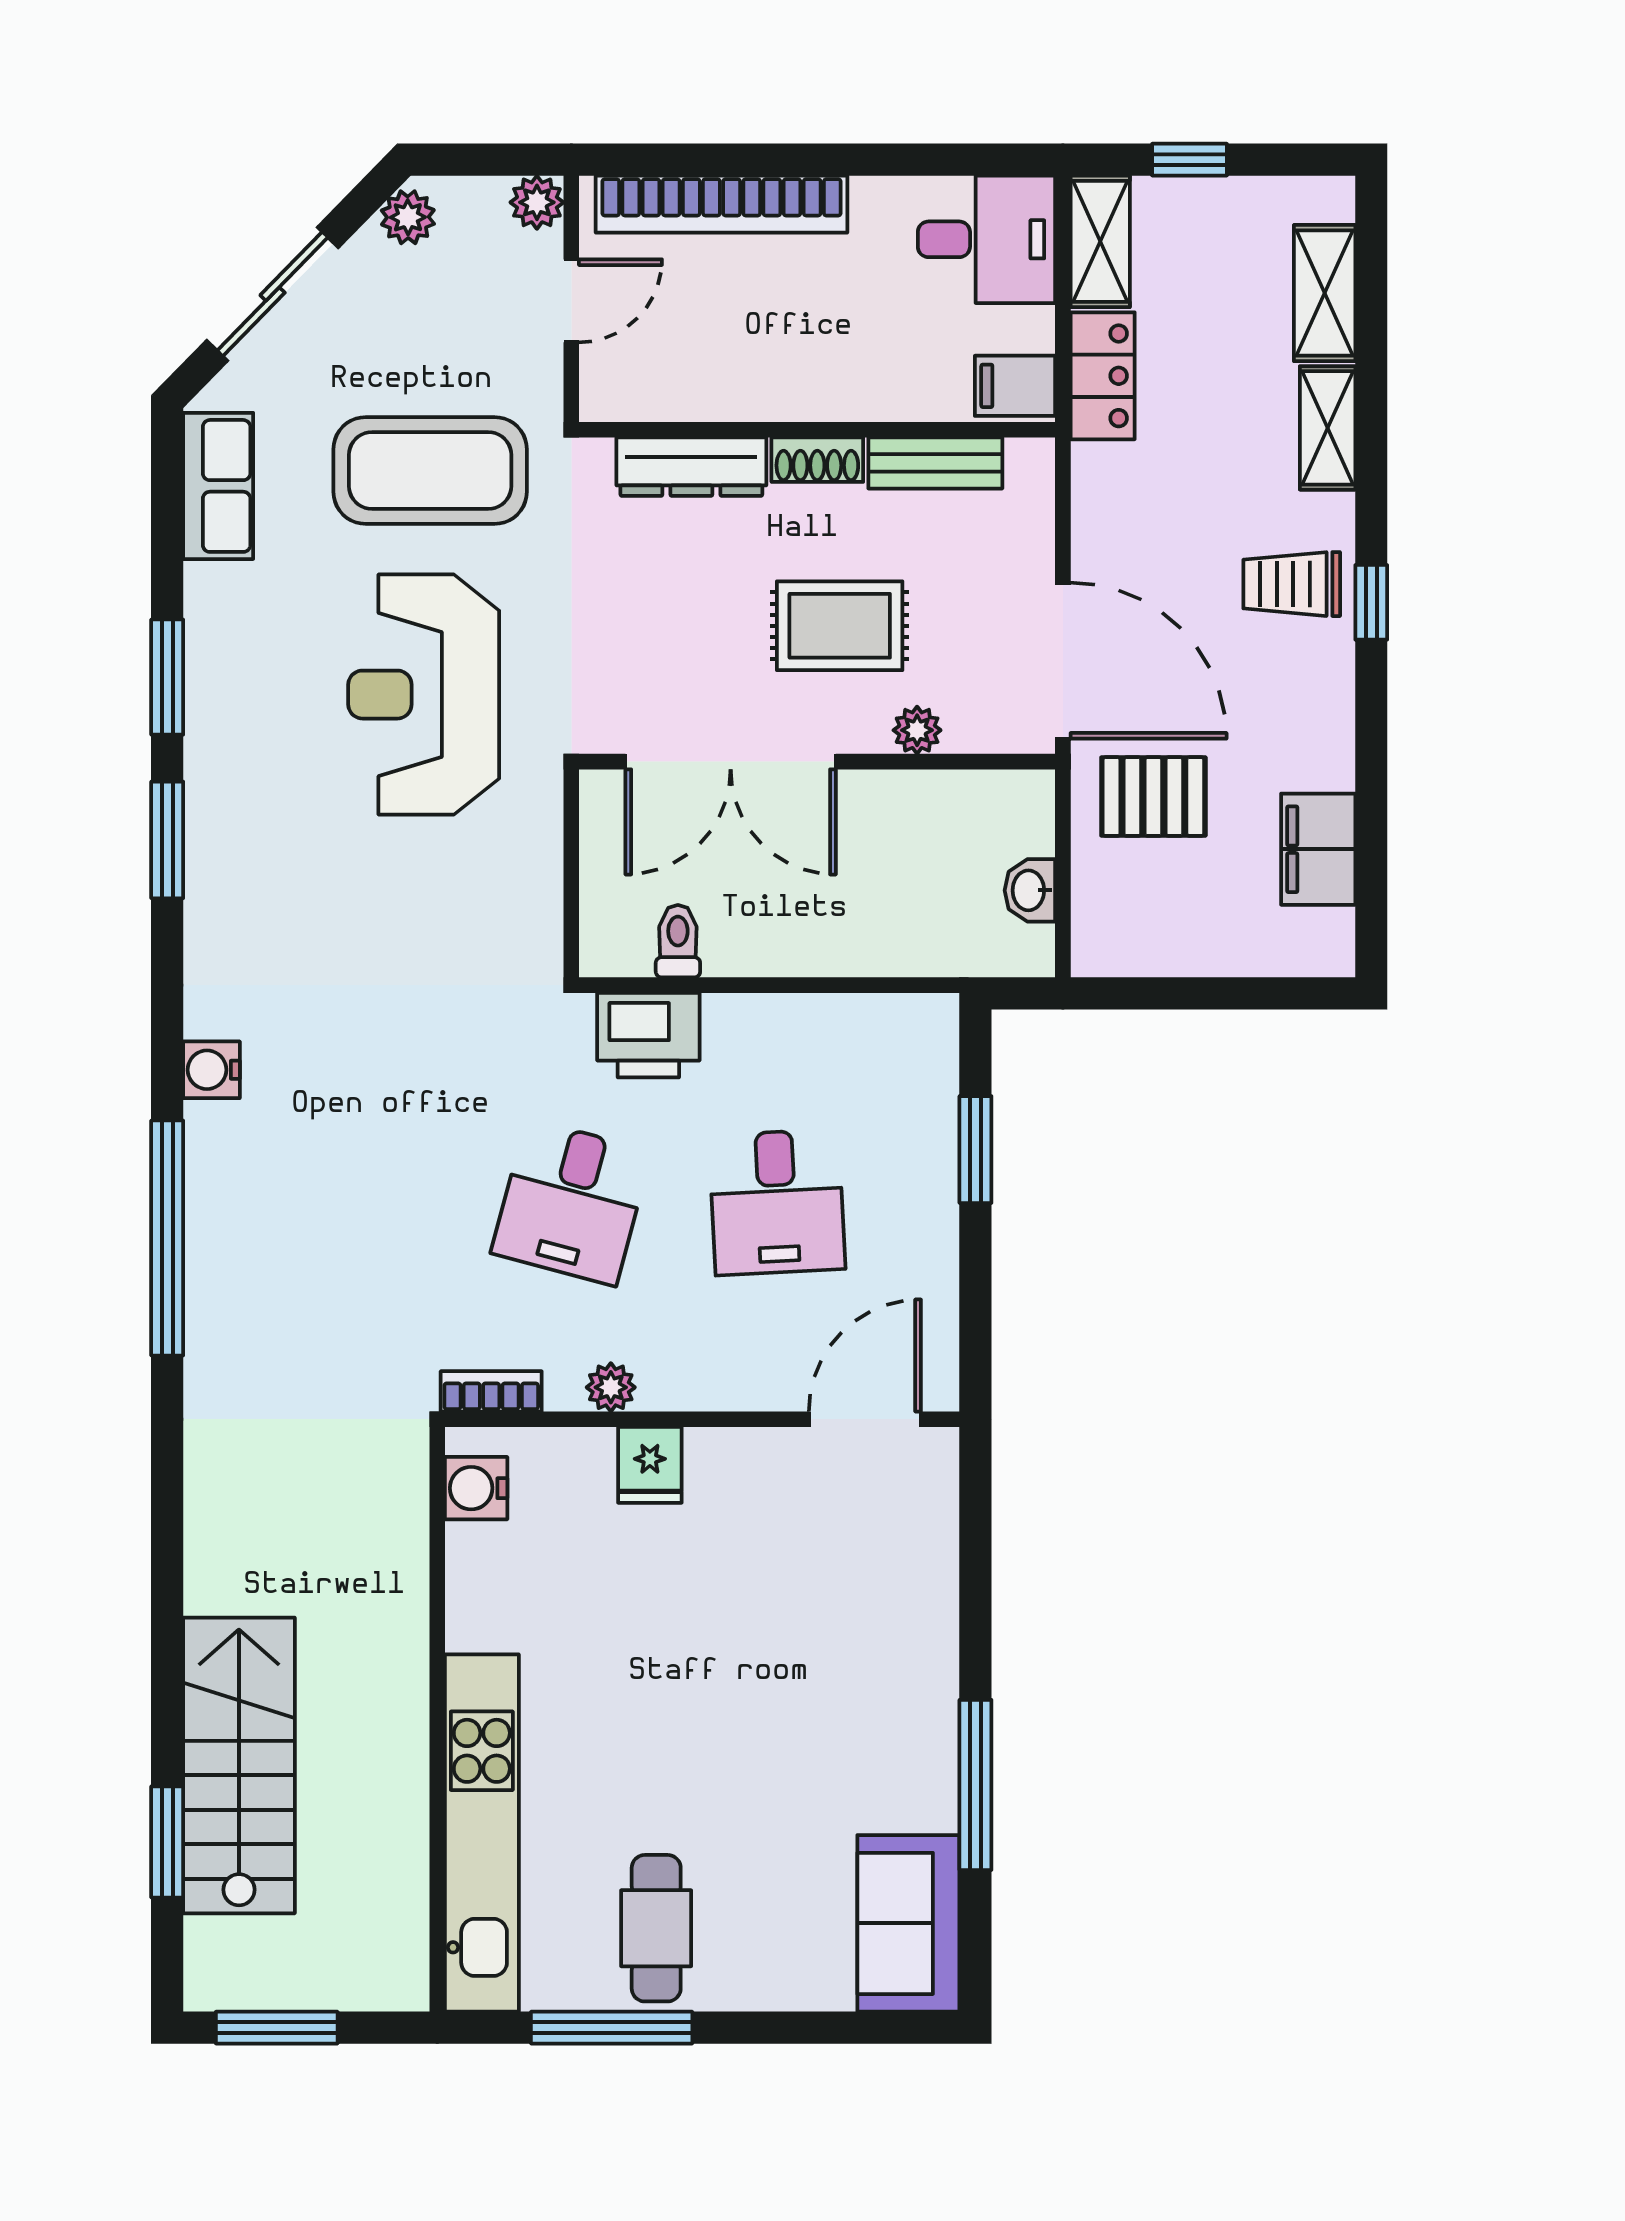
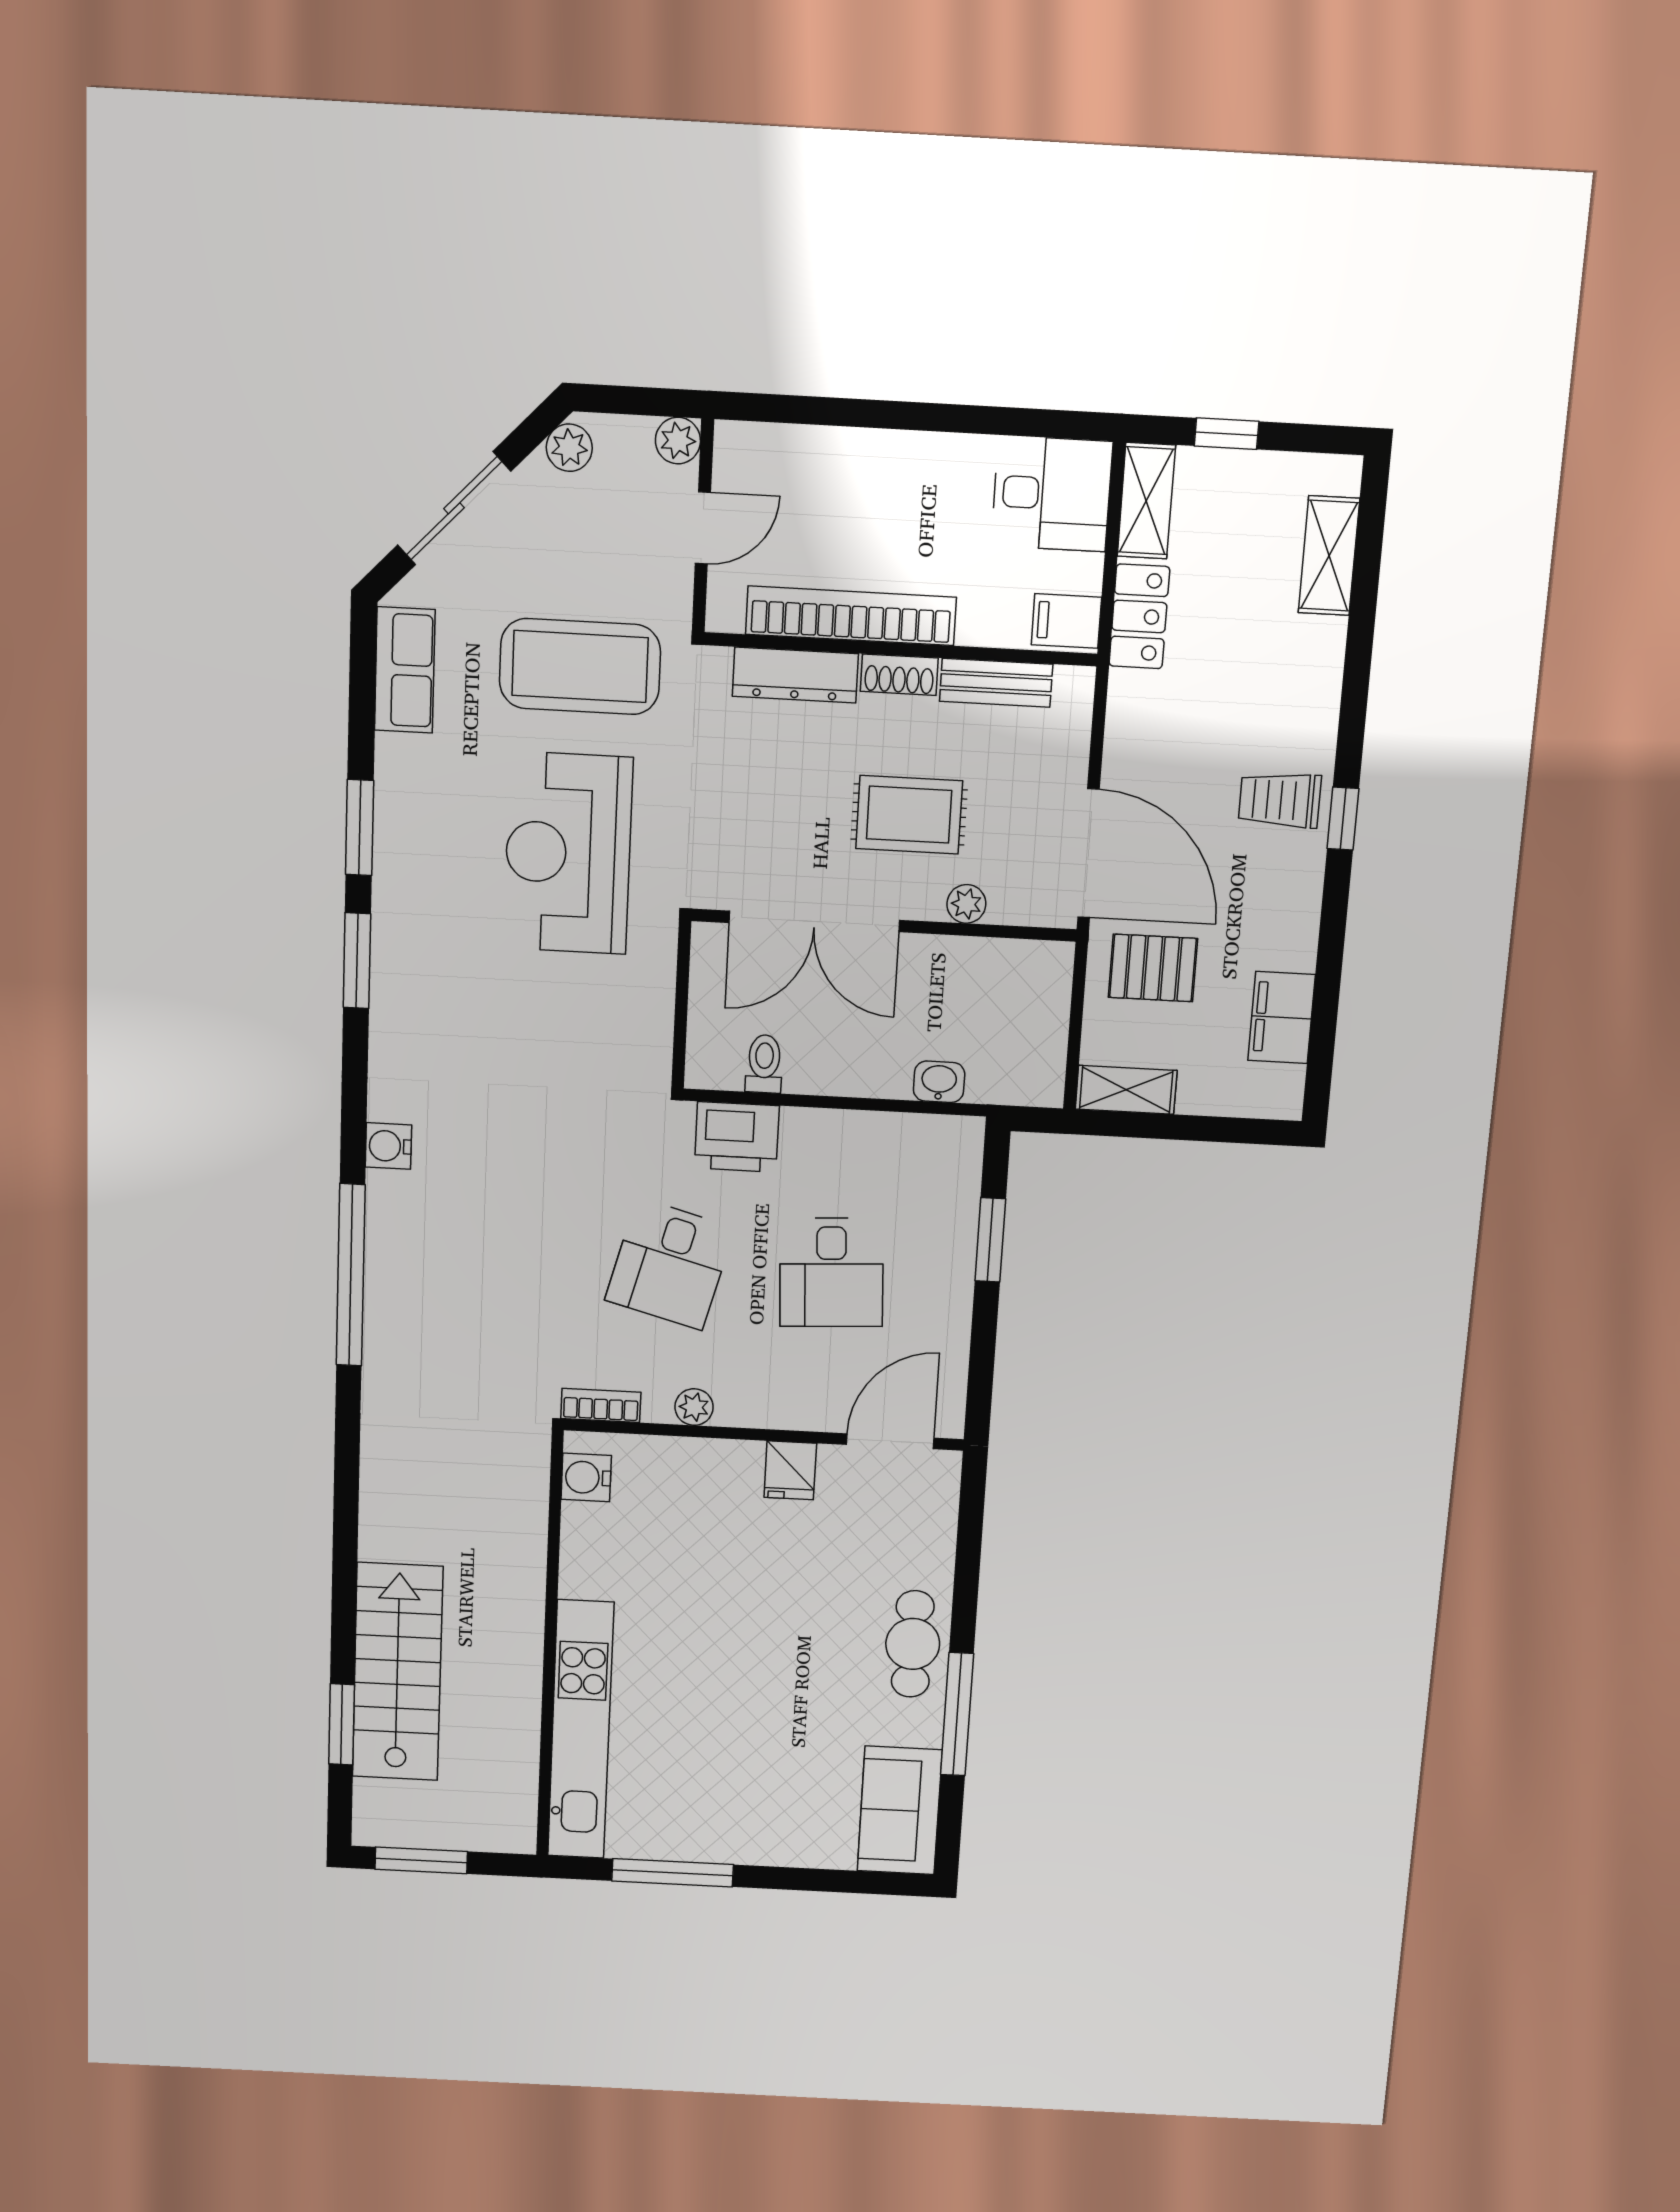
bookcase: (722, 204) -> (851, 616), moved, turned 180
shelving: (1328, 428) -> (1126, 1090), moved, turned 90
washbasin: (1030, 890) -> (939, 1082), moved, turned 90
fridge: (650, 1465) -> (790, 1470), moved
cafe table: (656, 1928) -> (913, 1644), moved

